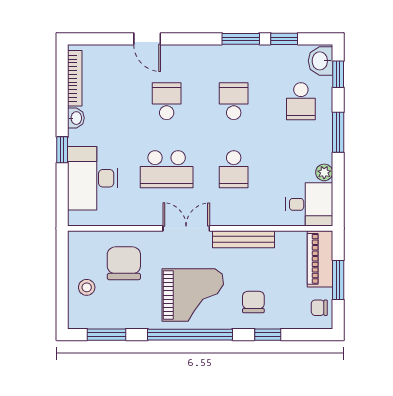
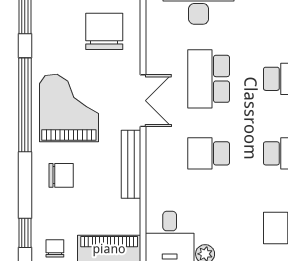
chair: (124, 263) -> (104, 31), turned -90
grand piano: (193, 295) -> (69, 108), turned 180
window: (268, 335) -> (25, 233), moved

